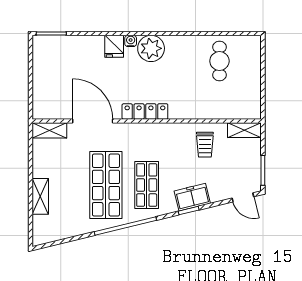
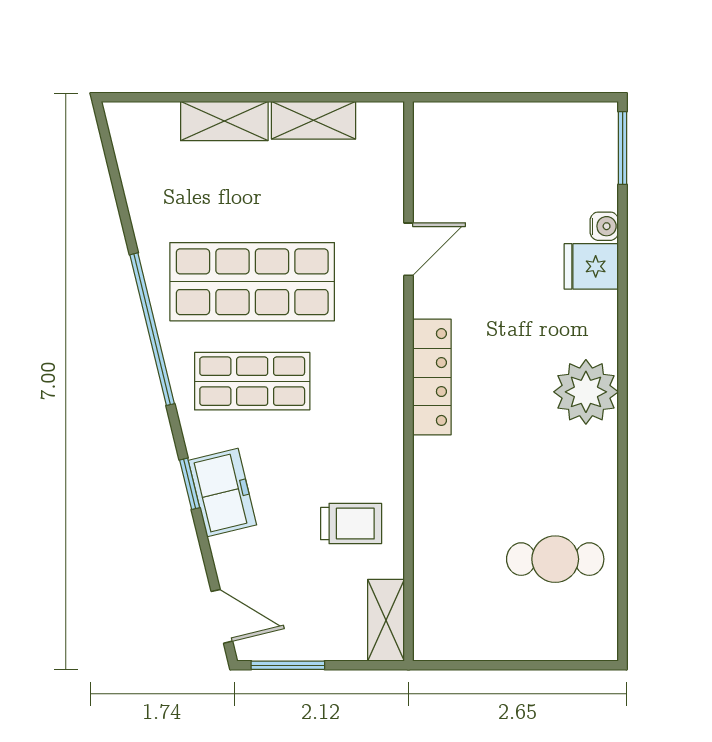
water cooler: (131, 41) -> (604, 226), moved
fridge: (114, 46) -> (591, 266), moved
door: (93, 121) -> (409, 249), width x0.53
shelving: (49, 130) -> (313, 120), moved, turned 90
trolley: (205, 145) -> (351, 524), turned 180
door: (243, 197) -> (222, 616), swing flipped

